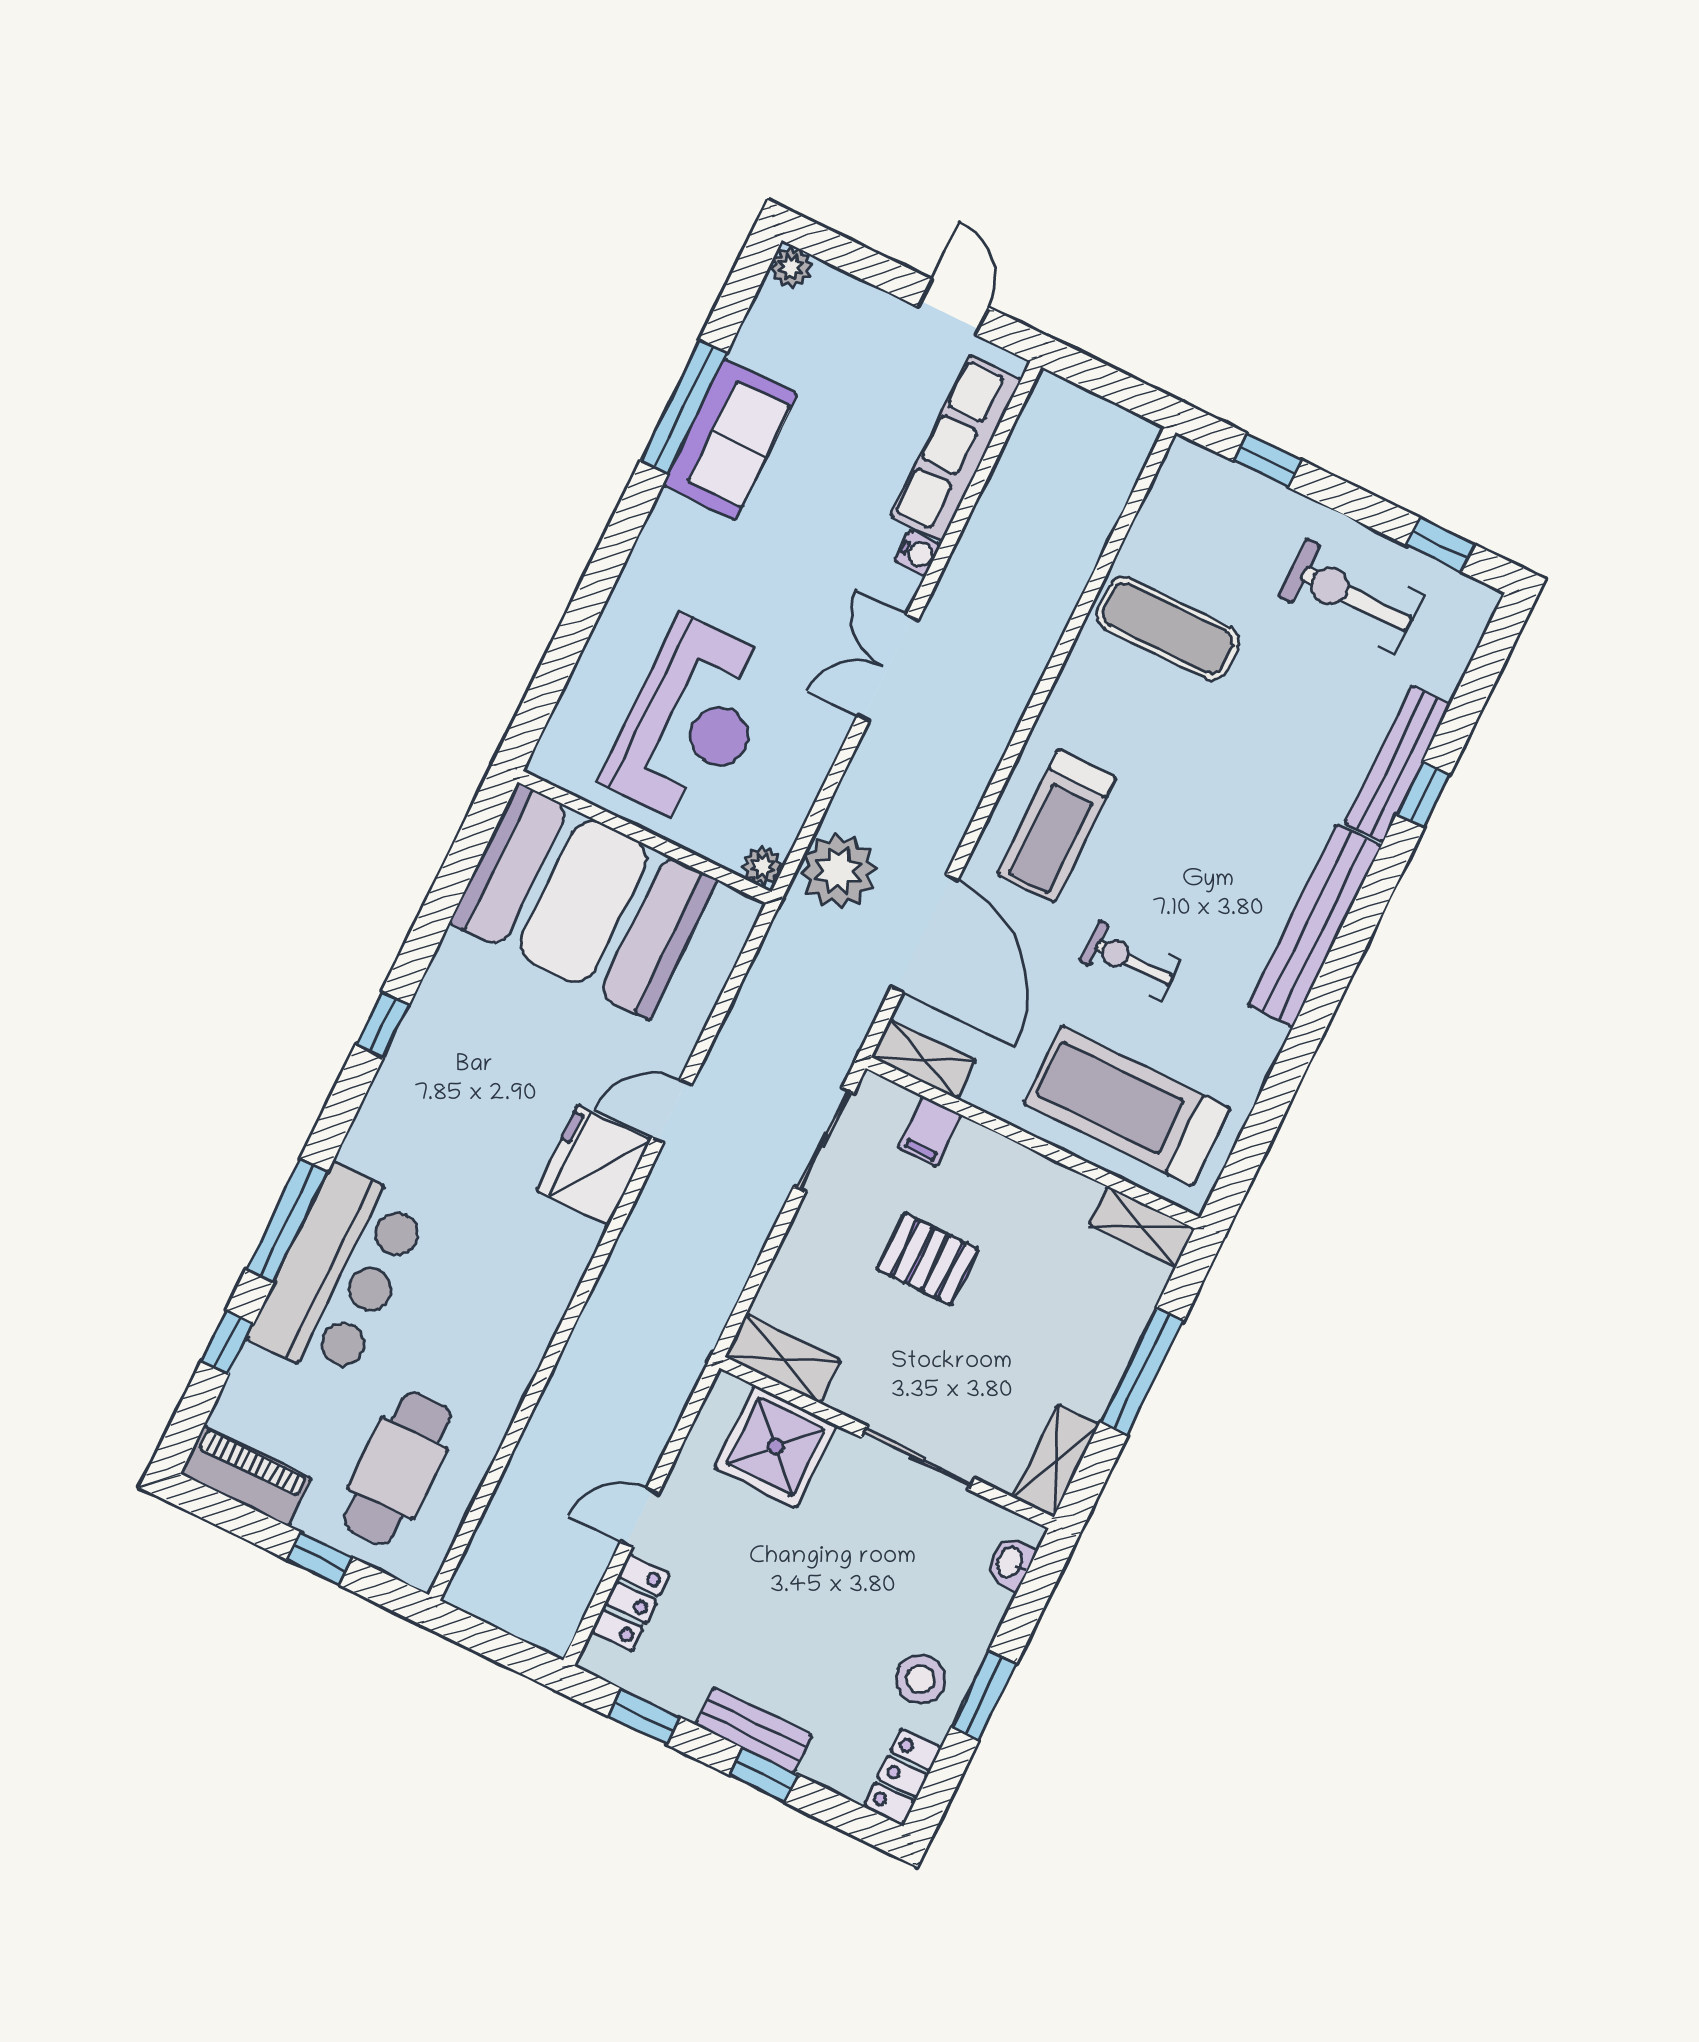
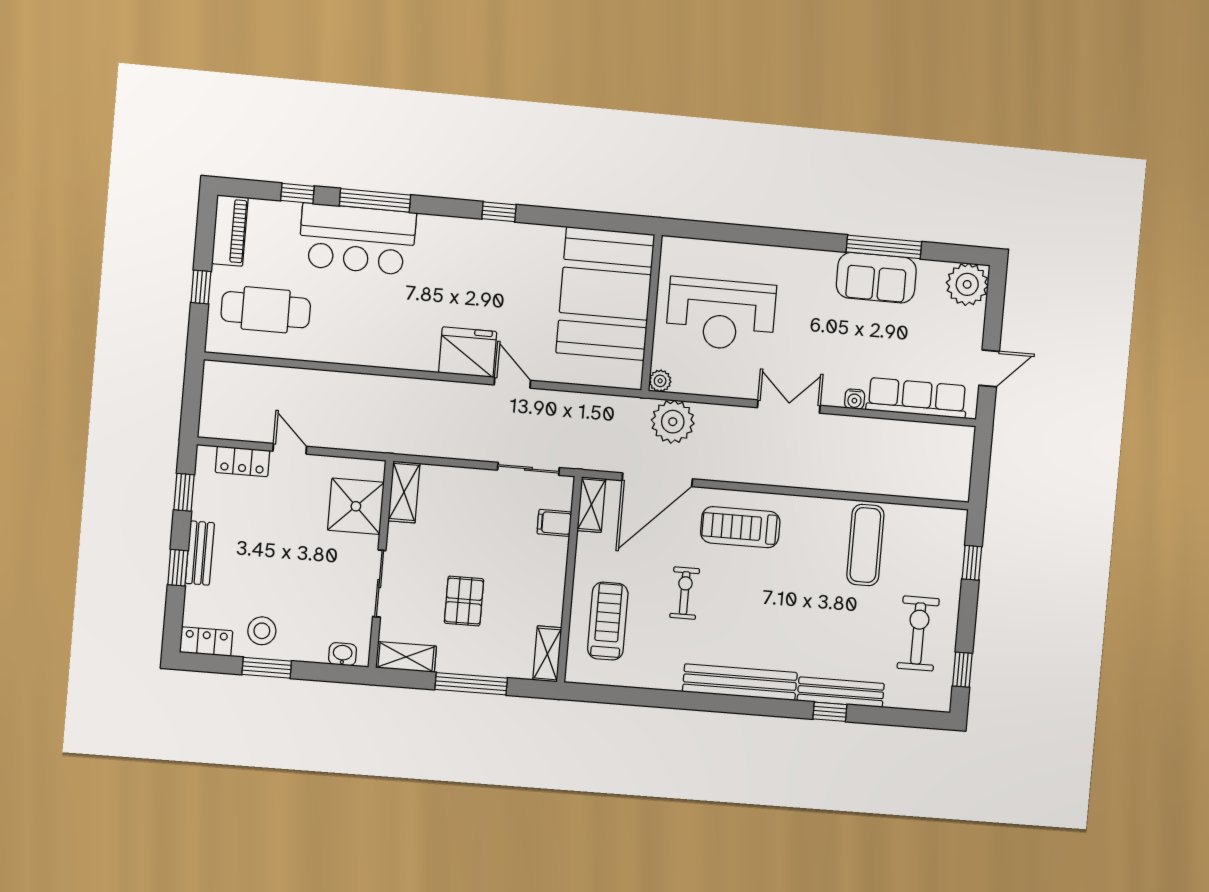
plant: (791, 267) -> (967, 284), width x1.88, depth x1.88
treadmill: (1127, 1106) -> (608, 621), width x0.73, depth x0.73
pallet: (928, 1259) -> (464, 601), moved

